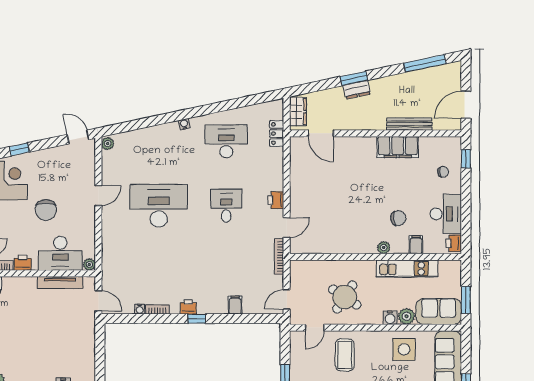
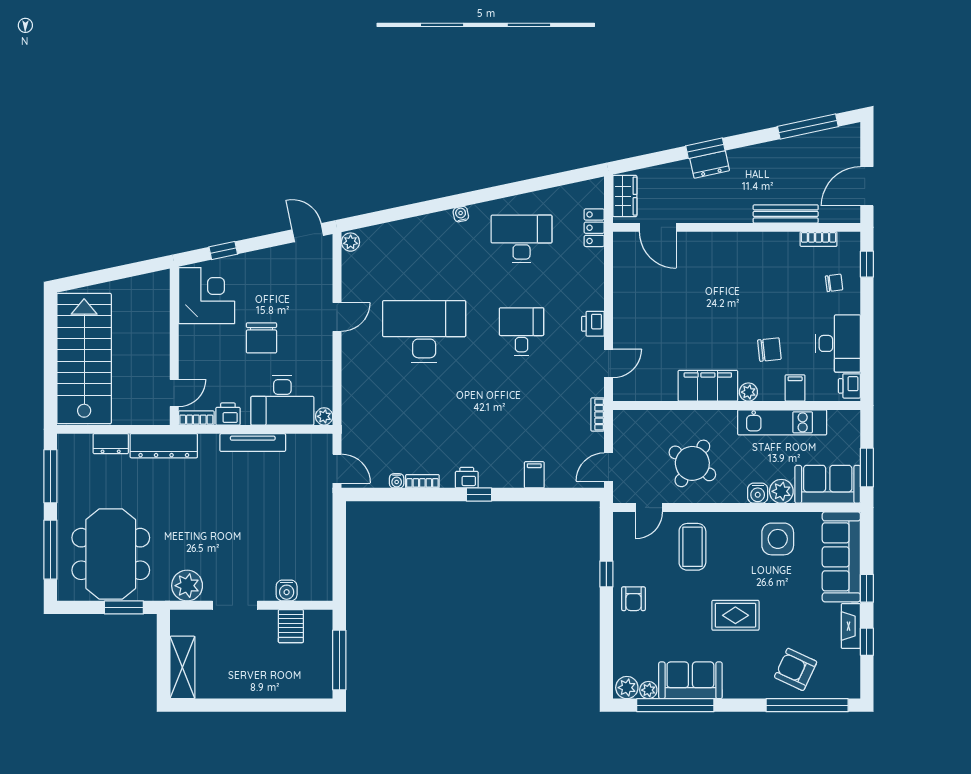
bookcase: (432, 141) -> (819, 239), added
filing cabinet: (398, 147) -> (708, 386), moved, turned 180
bookcase: (279, 257) -> (598, 414), width x0.64
tv unit: (60, 283) -> (253, 443), moved

